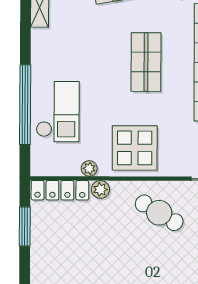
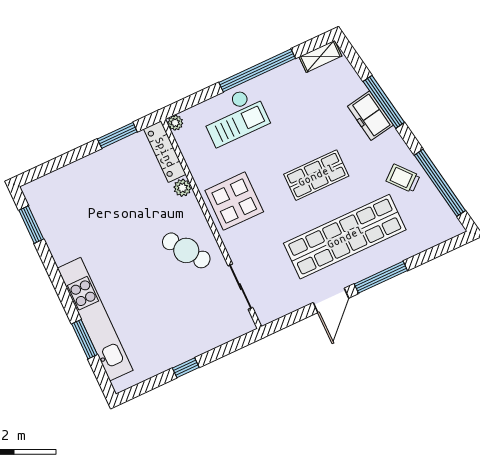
window: (25, 105) -> (257, 70), moved
plant: (89, 168) -> (175, 123), moved
cafe table: (159, 213) -> (186, 250), turned -66

